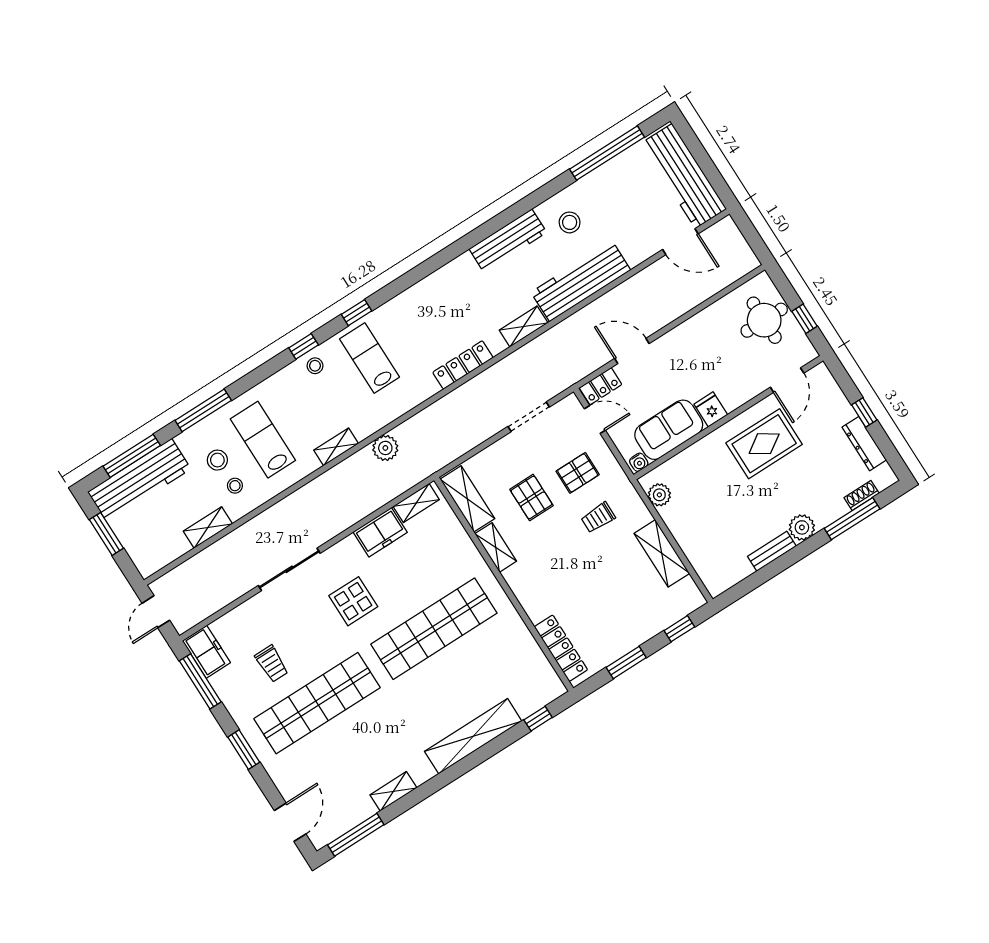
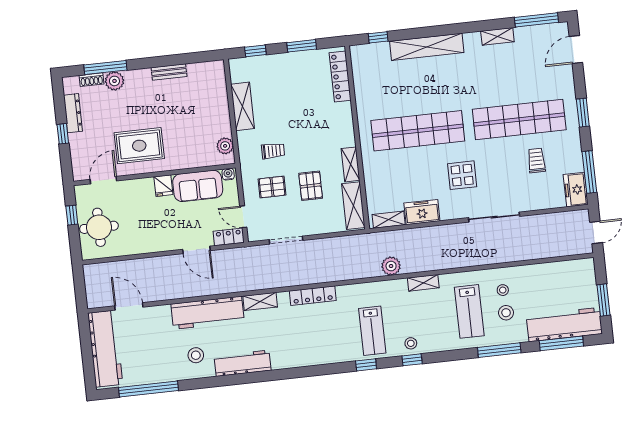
shelving: (208, 527) -> (534, 271), removed
plant: (802, 527) -> (114, 81), moved

